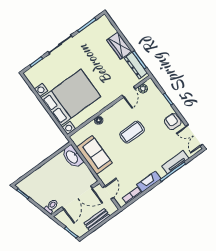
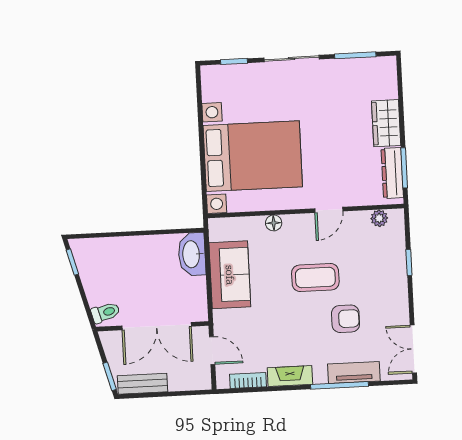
door: (129, 92) -> (329, 210), moved
armchair: (173, 122) -> (346, 319), moved, turned 90
door: (108, 193) -> (212, 351), hinge flipped
bench: (97, 219) -> (143, 384), moved

